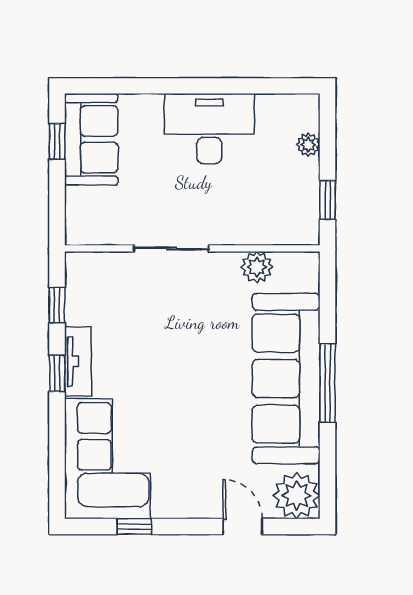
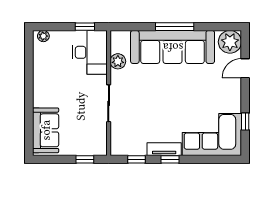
desk: (209, 129) -> (90, 52), moved, turned 180
sofa: (91, 139) -> (46, 130), moved, turned 90
window: (57, 141) -> (85, 159), moved
plant: (308, 145) -> (43, 36), moved

